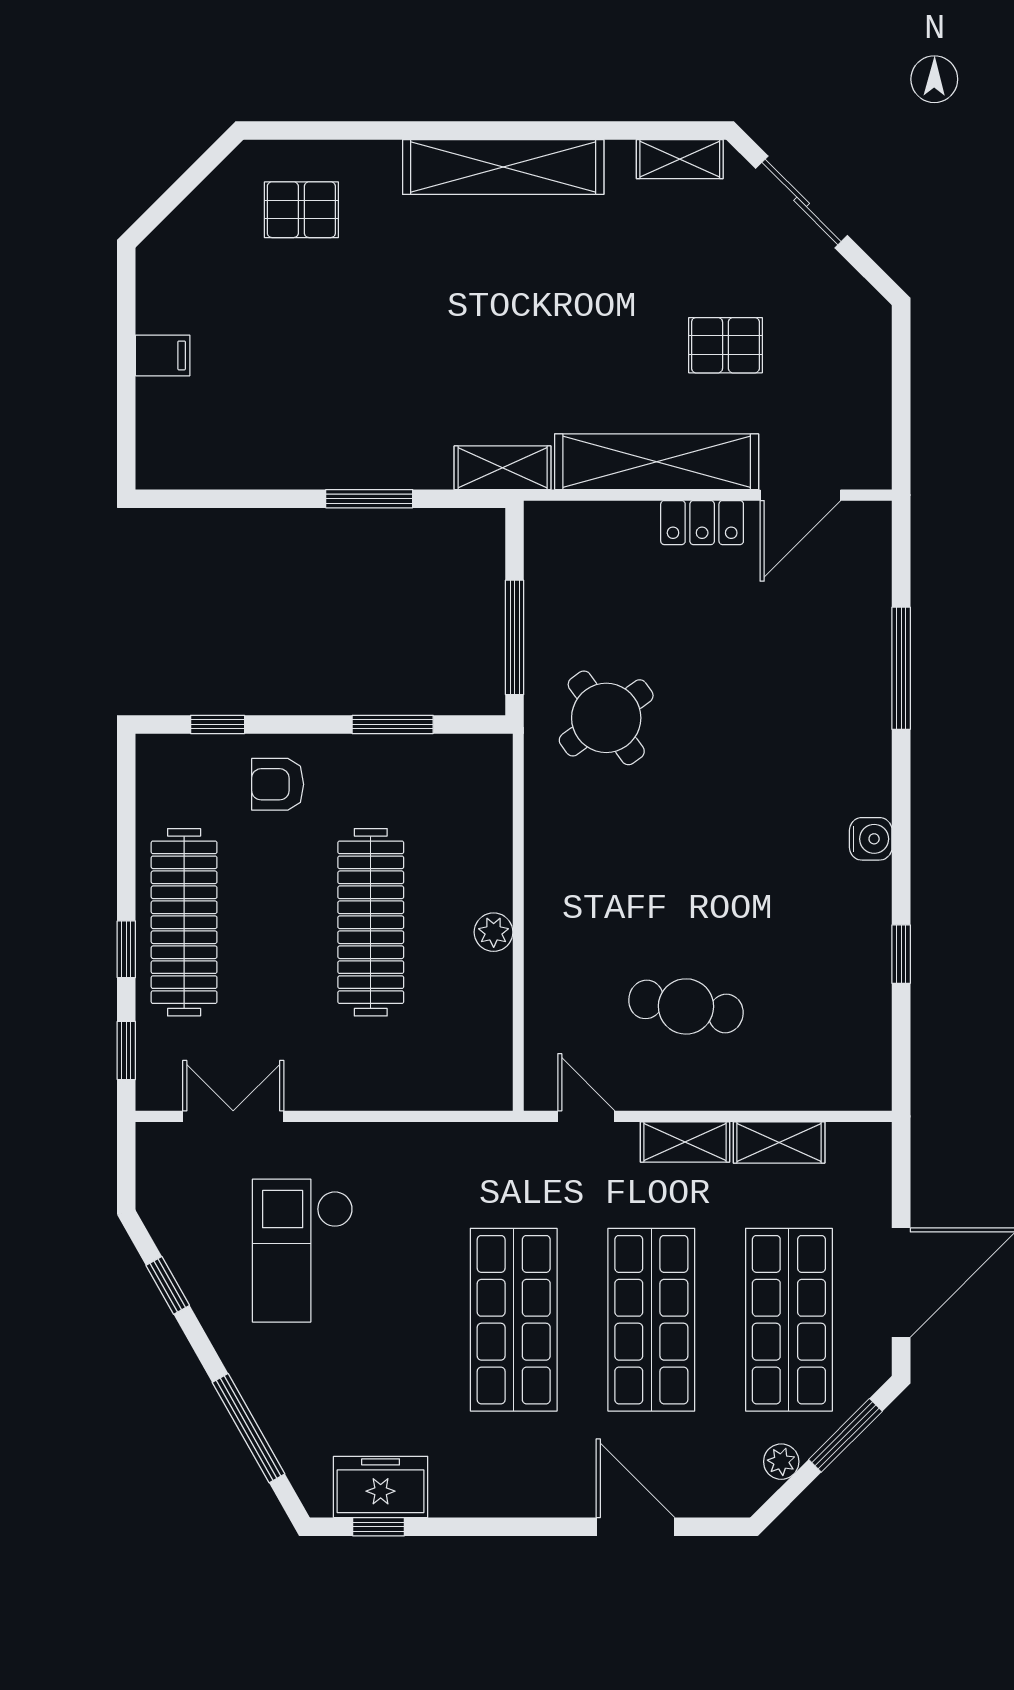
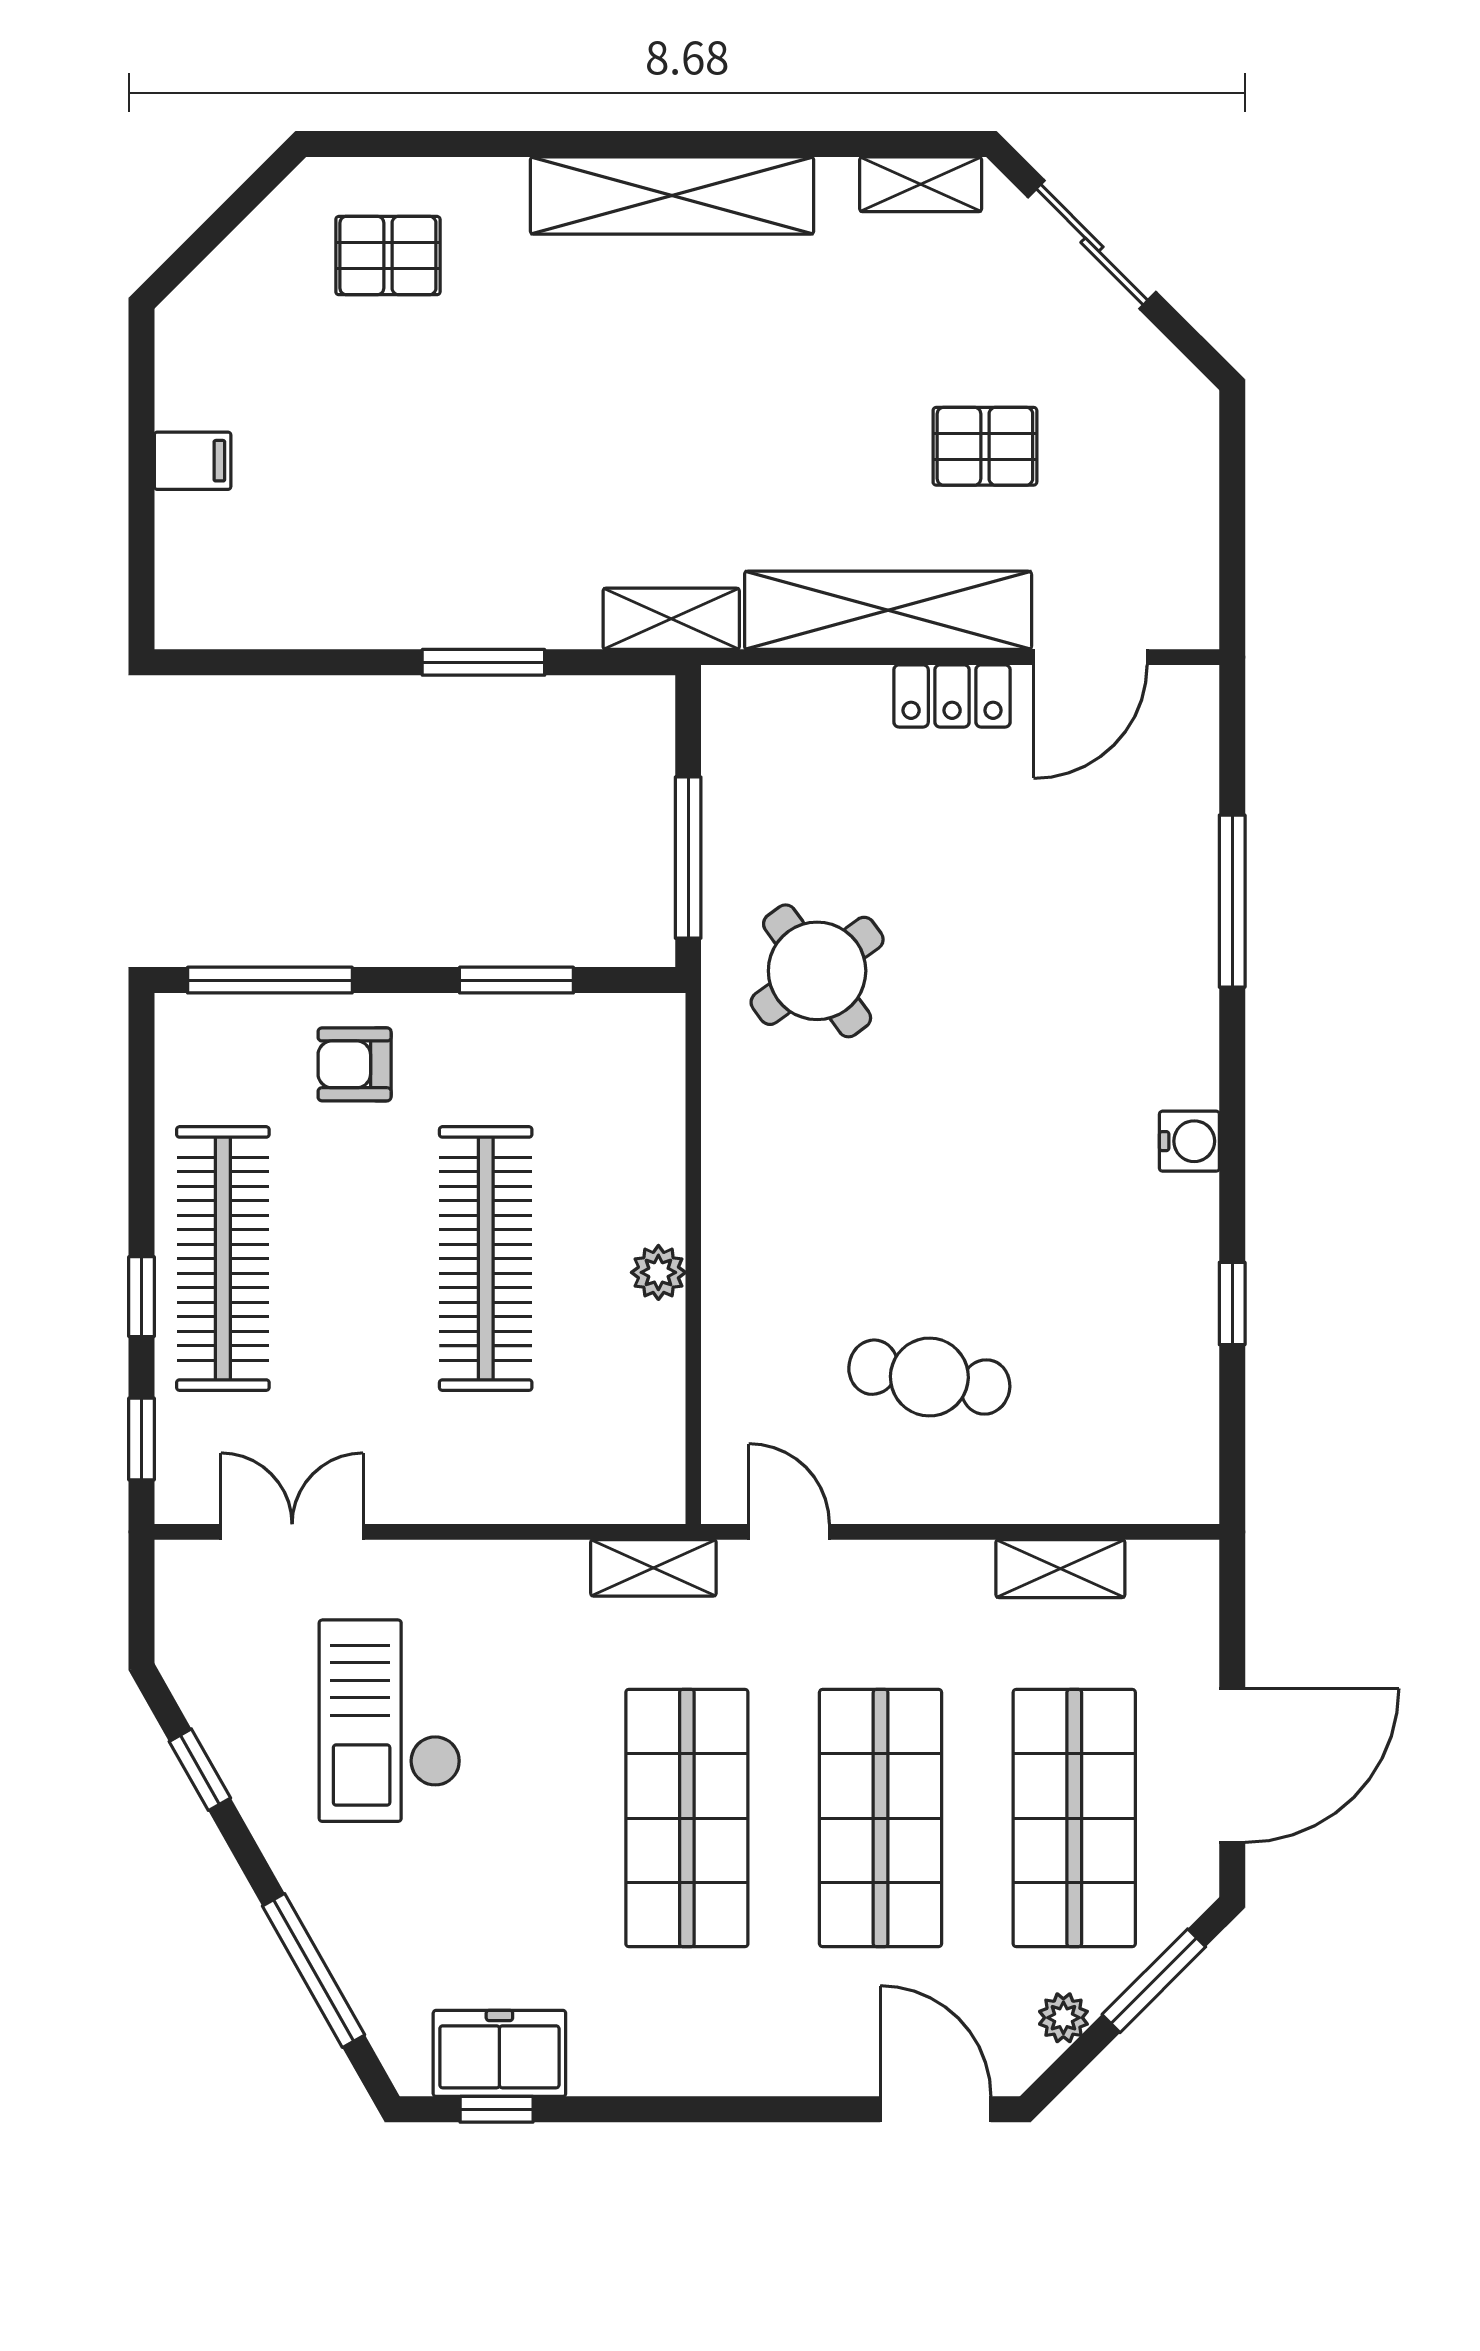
window: (218, 724) -> (270, 980), width x2.17
shelving: (685, 1142) -> (653, 1568), moved
door: (636, 1527) -> (935, 2109), moved

